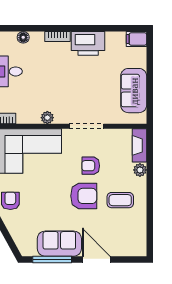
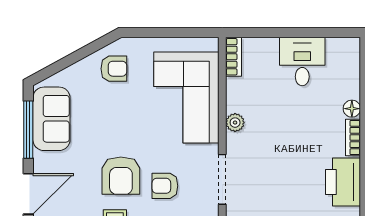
floor lamp: (23, 37) -> (352, 109), moved
armchair: (91, 166) -> (165, 186), turned -90
sofa: (59, 244) -> (51, 119), moved

